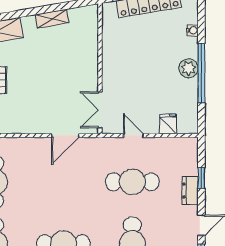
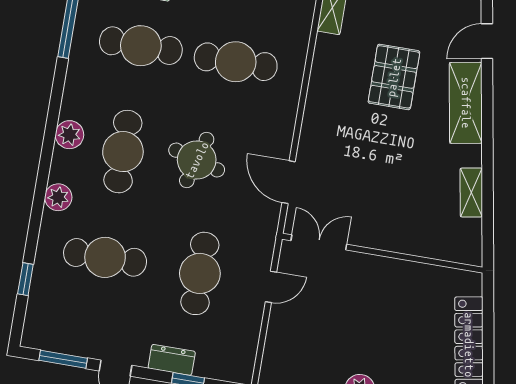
fridge: (168, 124) -> (280, 343), removed
round table: (61, 196) -> (197, 160), added

